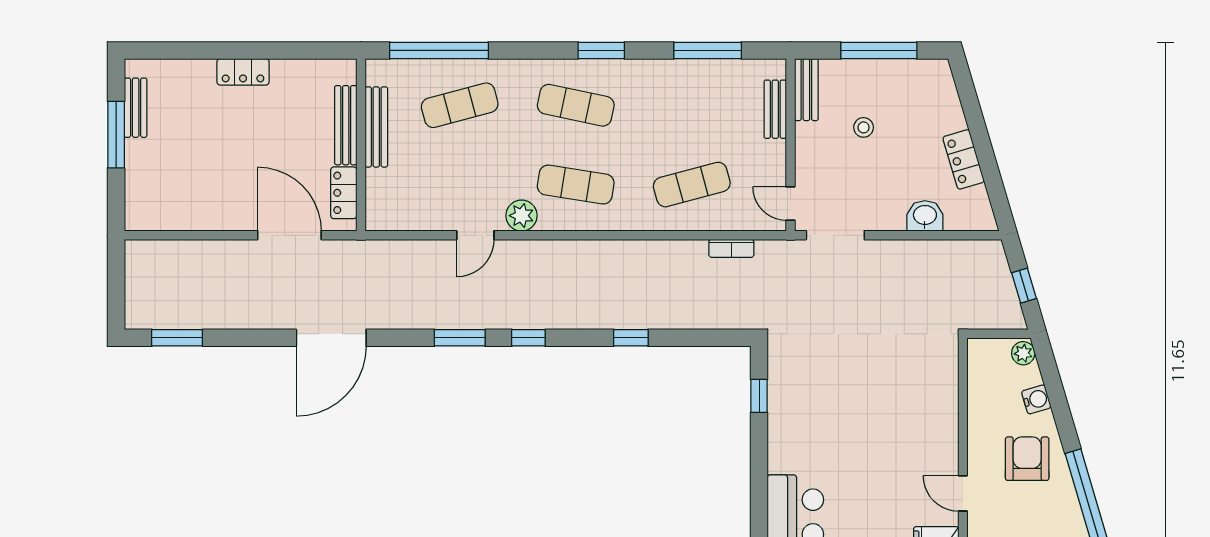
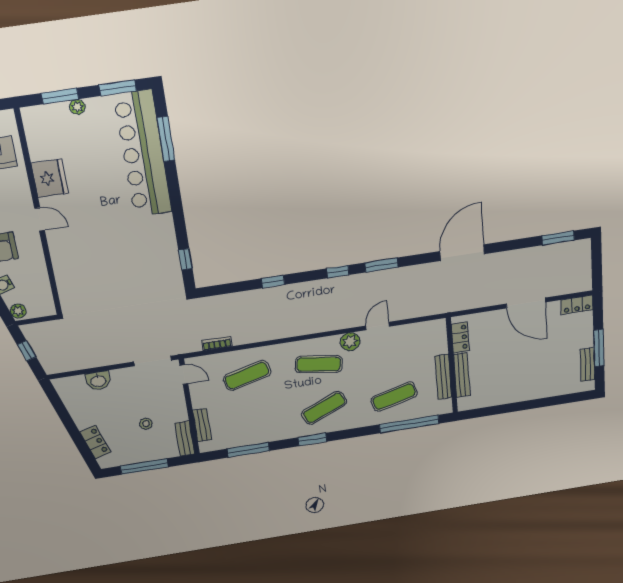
locker: (243, 72) -> (577, 305), moved, turned 180
exercise mat: (576, 105) -> (324, 408), turned -36
locker: (964, 159) -> (95, 442), moved
door: (289, 235) -> (526, 303), moved

